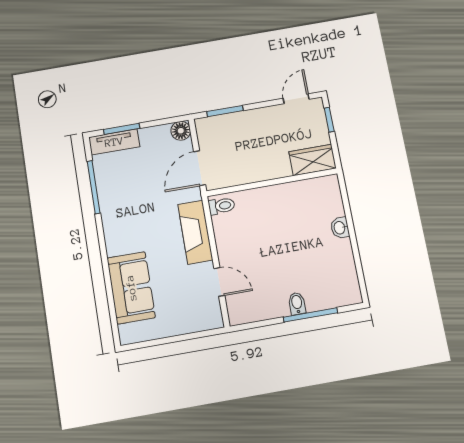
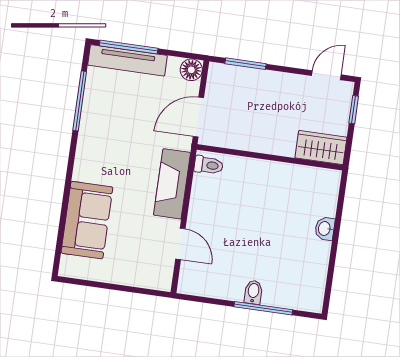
window: (122, 129) -> (129, 47), width x1.44
tv unit: (114, 142) -> (128, 60), width x1.41

